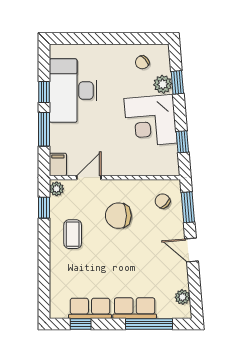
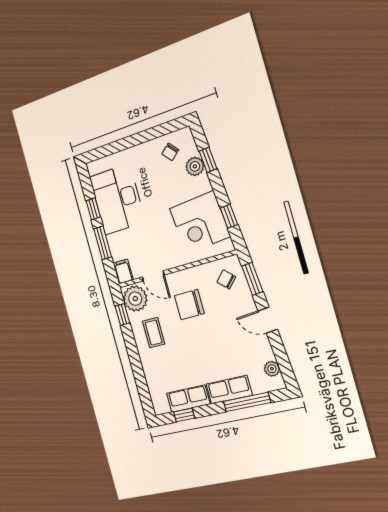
corner desk: (151, 121) -> (200, 222), moved
door: (89, 178) -> (153, 276), swing flipped
plant: (57, 189) -> (135, 299), width x1.88, depth x1.88

